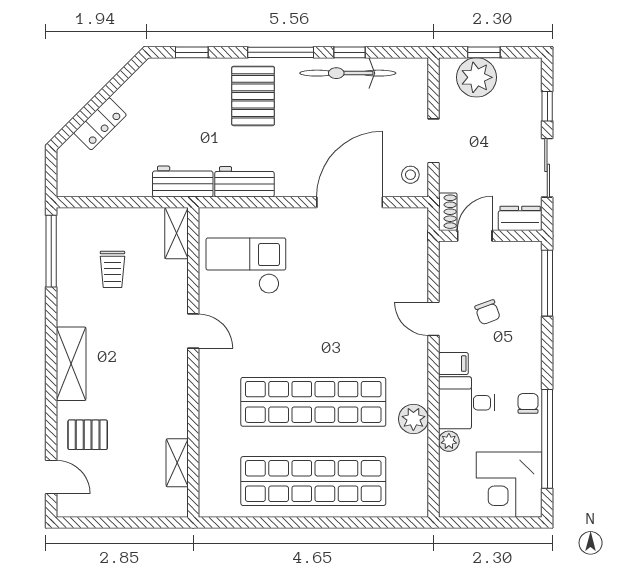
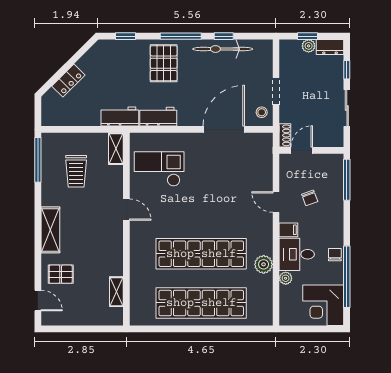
plant: (476, 77) -> (309, 46), width x0.53, depth x0.53
dresser: (520, 218) -> (330, 47), moved, turned 180
trolley: (112, 269) -> (76, 171), width x1.36, depth x1.39

